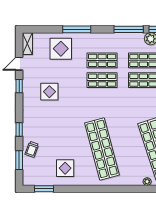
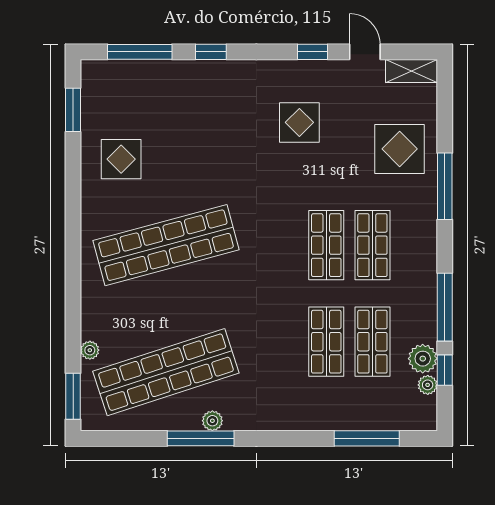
trolley: (32, 149) -> (165, 81), removed
window: (19, 160) -> (140, 52), width x1.44

